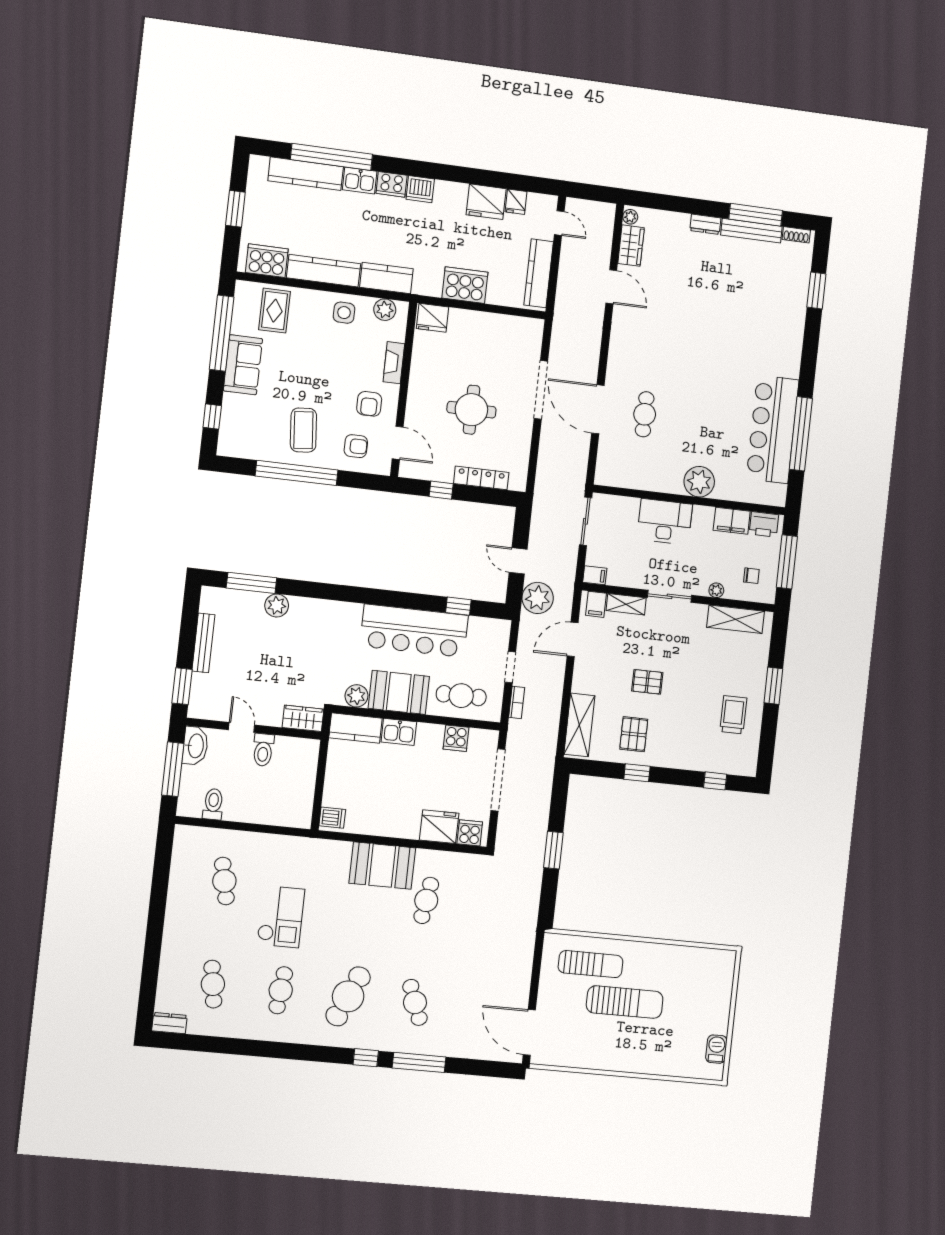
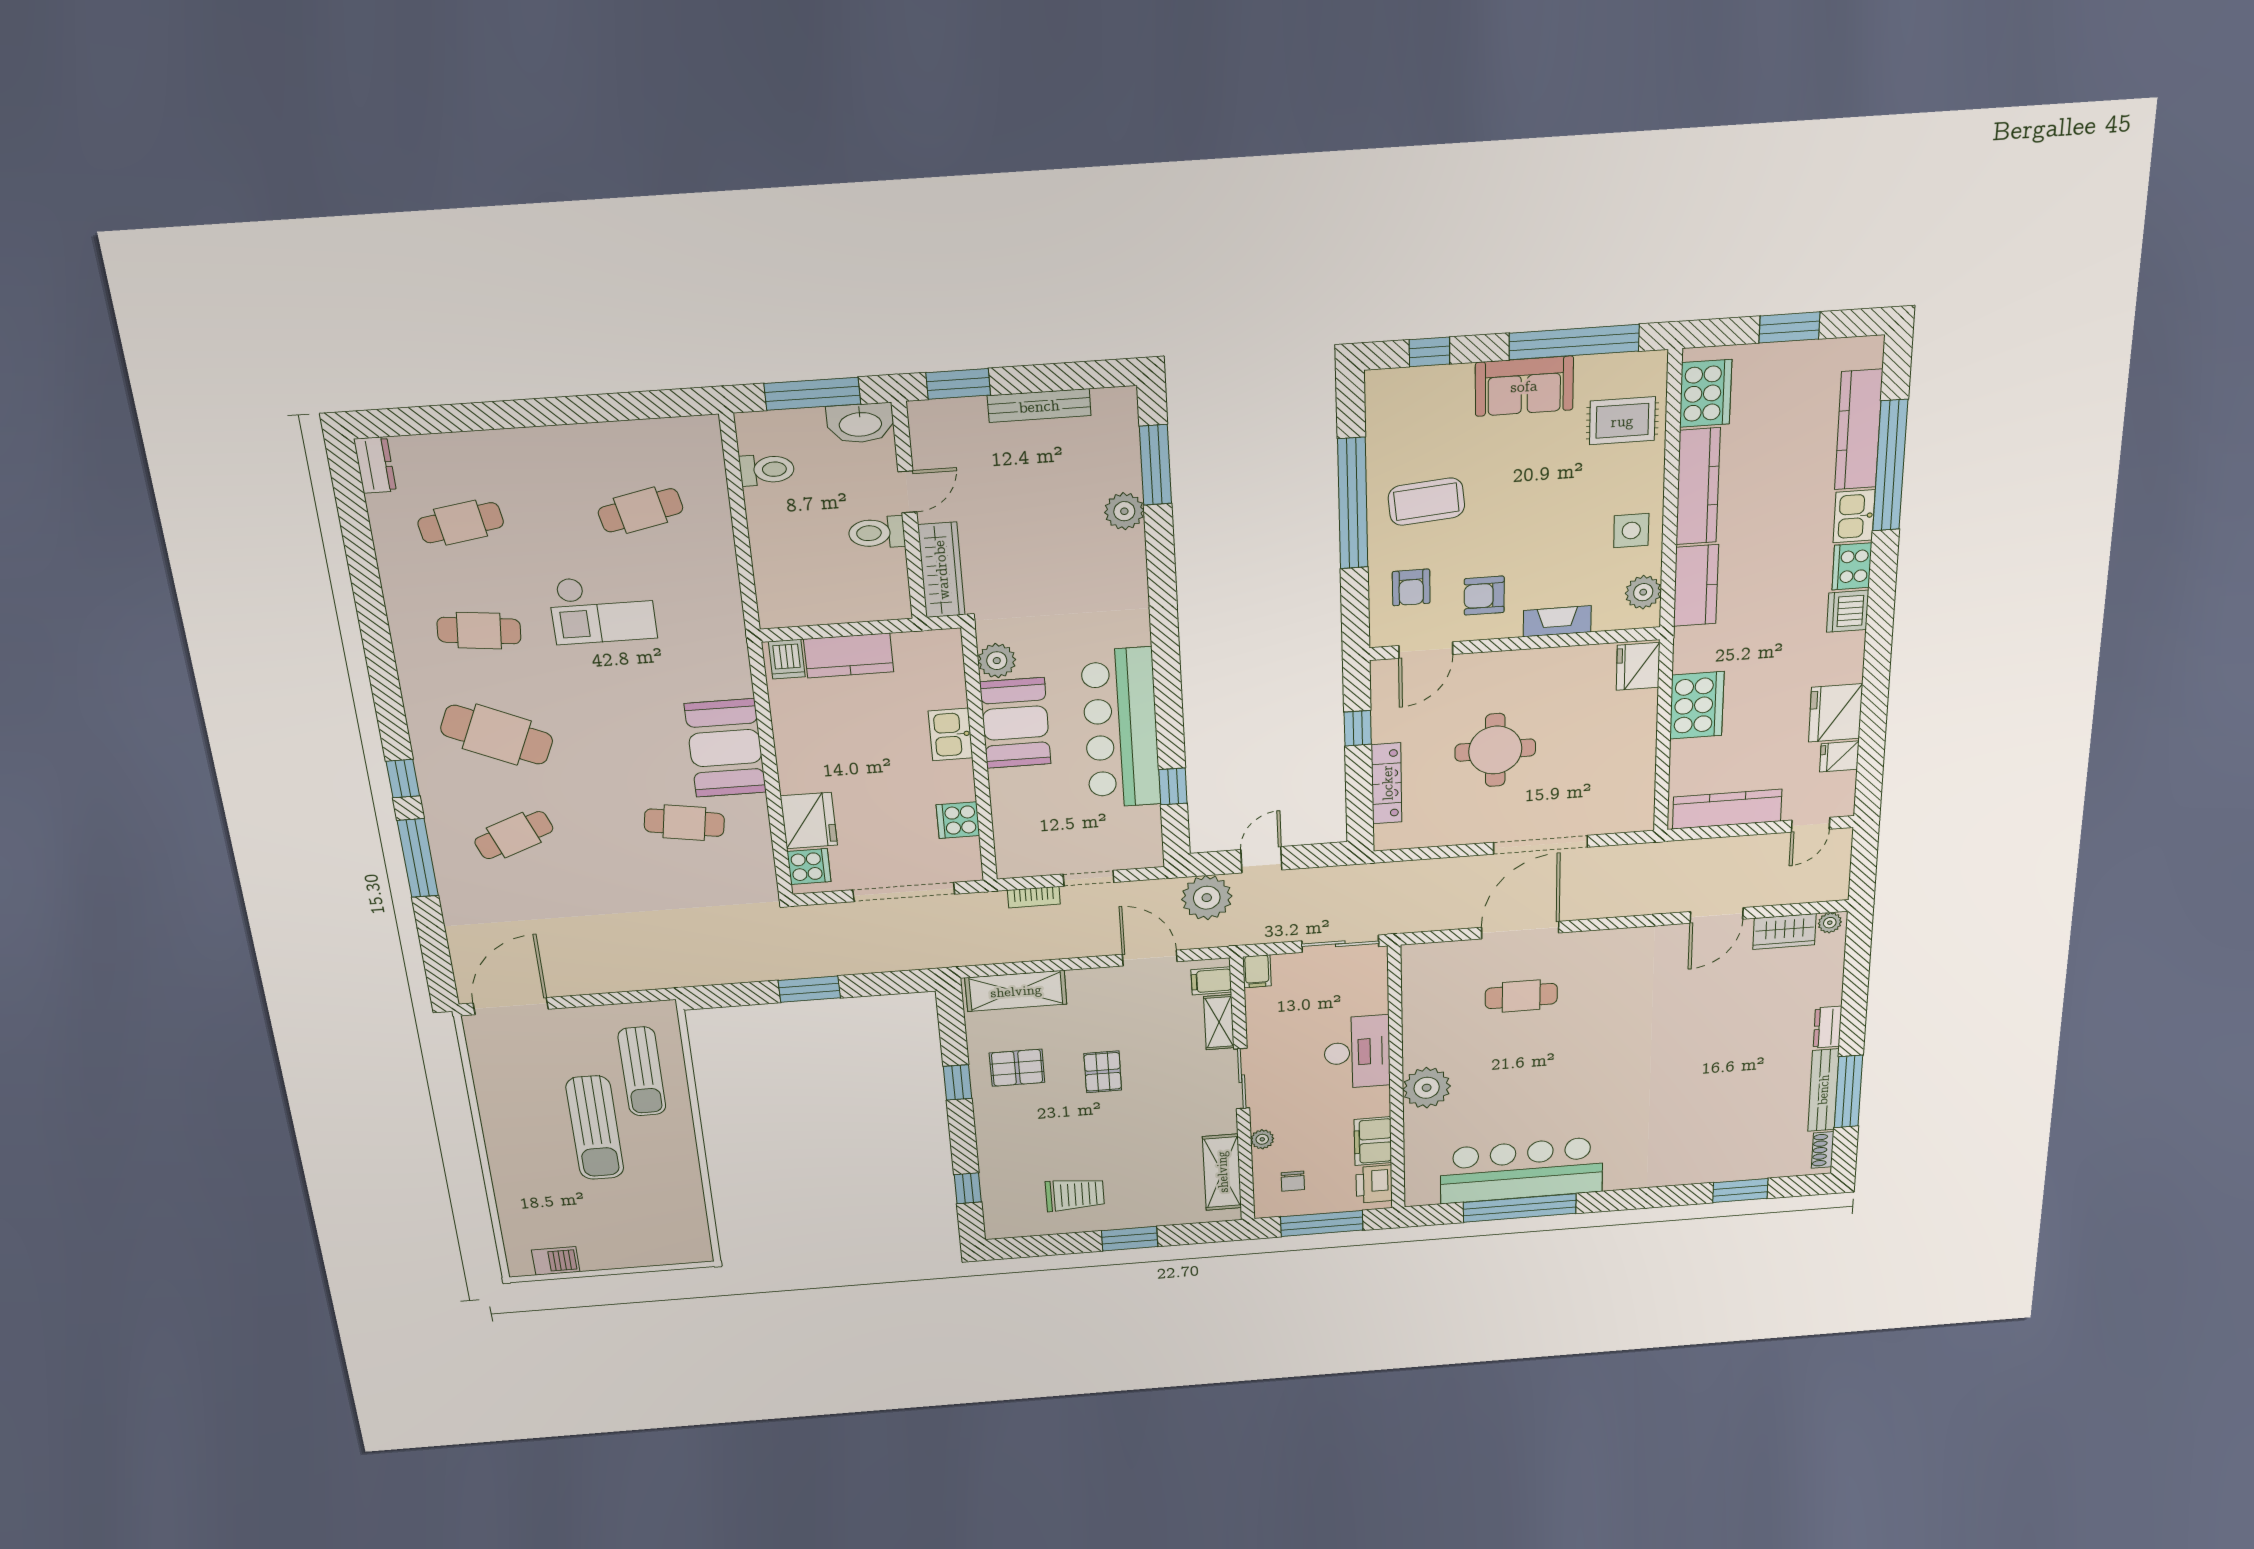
cafe table: (461, 696) -> (1029, 816), removed
wardrobe: (303, 718) -> (941, 570), width x1.50
kitchen counter: (355, 728) -> (849, 655), moved, turned -90

